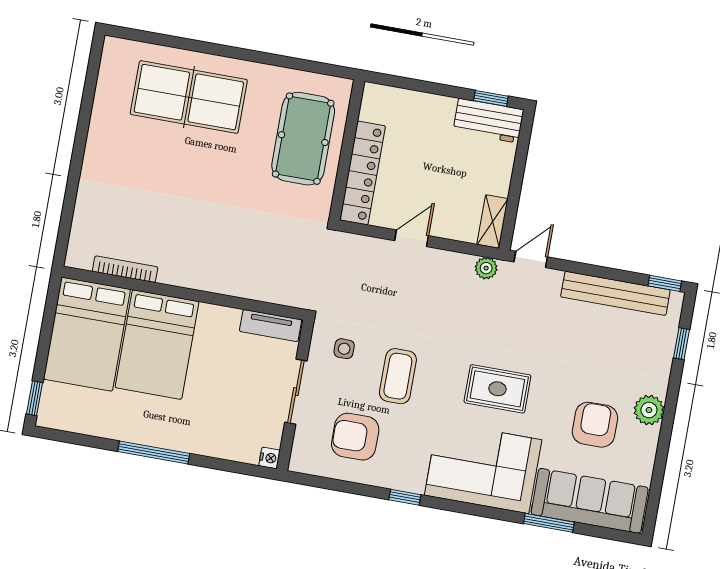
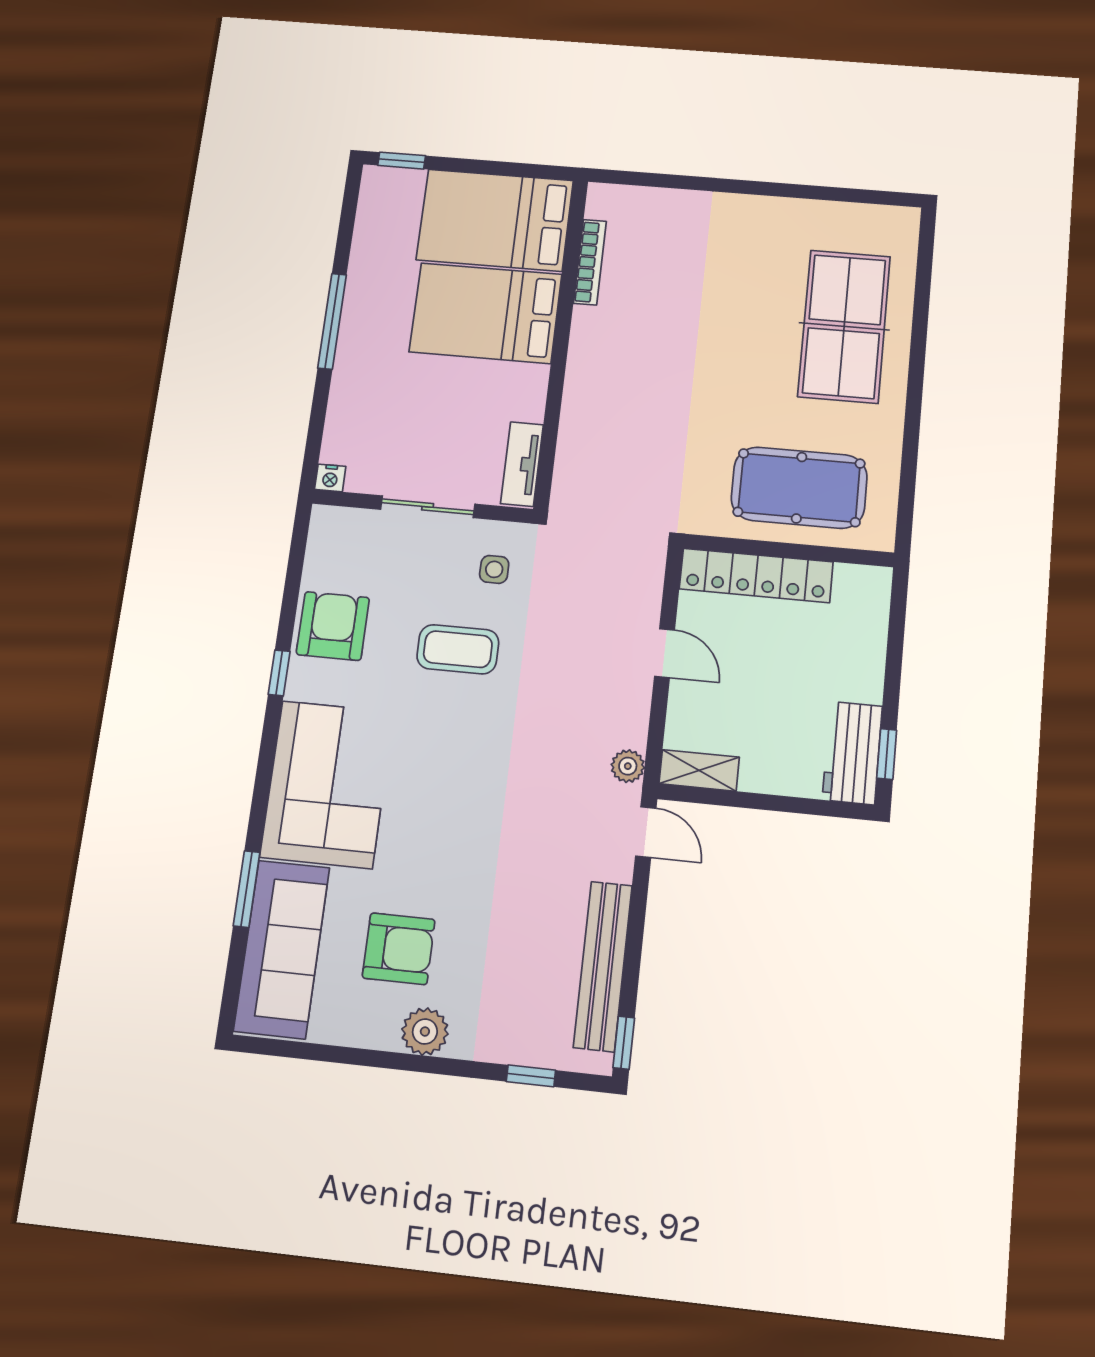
rug: (497, 389) -> (446, 797), removed
armchair: (355, 437) -> (333, 626), moved

